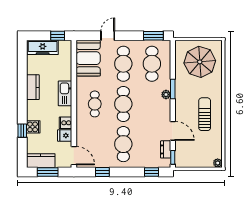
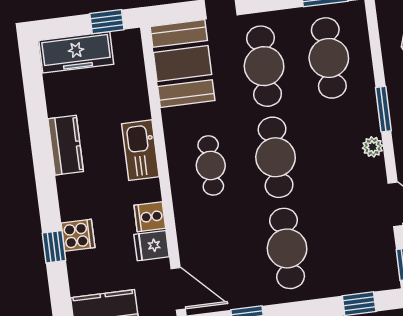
plant: (166, 95) -> (373, 147), moved
dresser: (166, 149) -> (385, 248), removed

